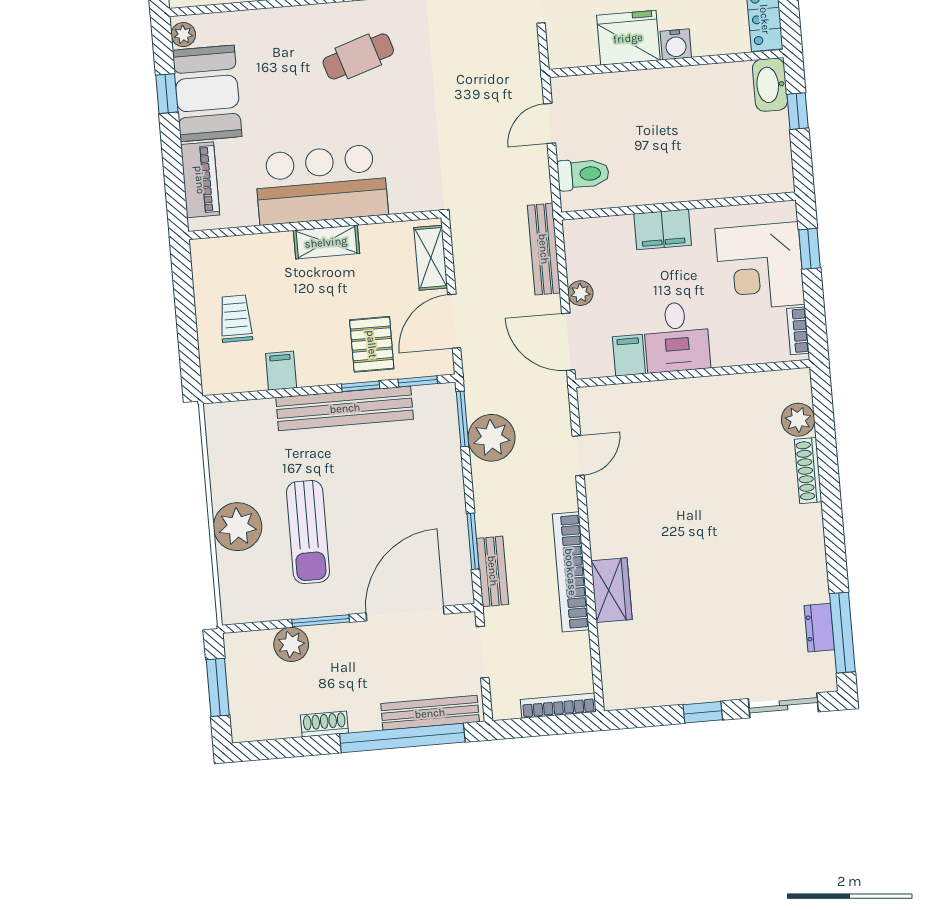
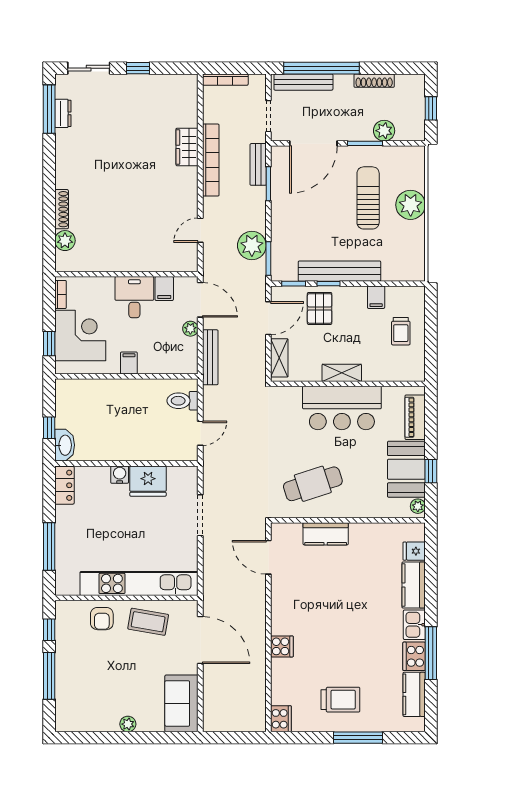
cafe table: (358, 56) -> (313, 484), width x1.37, depth x1.35
filing cabinet: (663, 229) -> (129, 363), width x0.50
window: (218, 687) -> (431, 108), width x0.67
shoe rack: (324, 724) -> (374, 81), width x1.43

